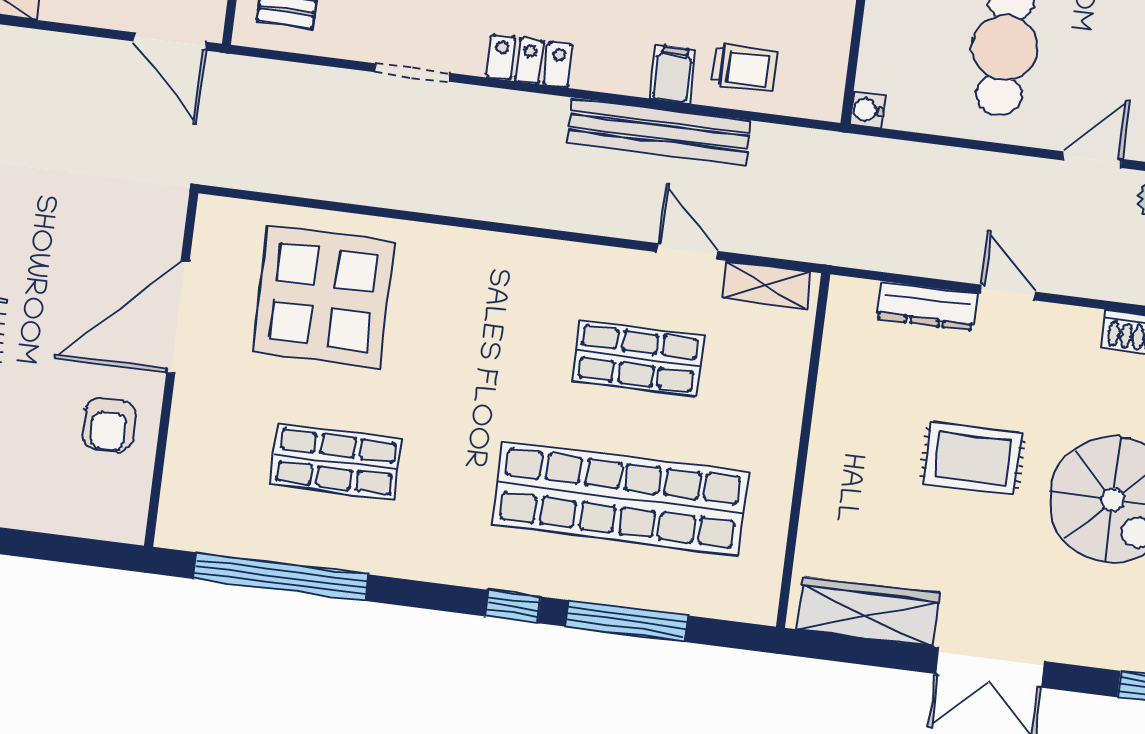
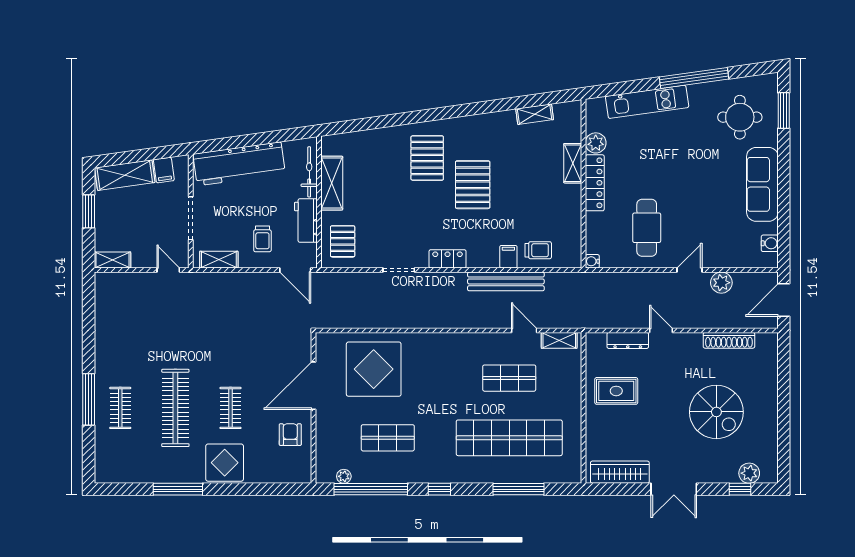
armchair: (109, 425) -> (290, 435), turned 180
rug: (973, 459) -> (616, 391), moved
plant: (222, 539) -> (344, 476), added
window: (513, 606) -> (439, 489), moved

